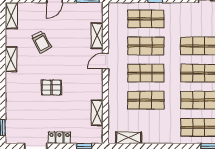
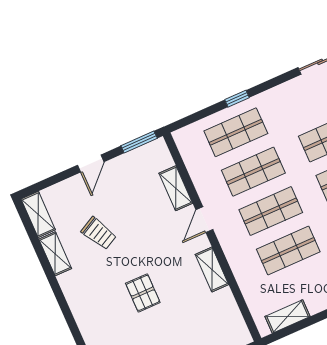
shelving: (11, 59) -> (55, 254), moved
pallet: (51, 87) -> (143, 293), turned 90
shelving: (97, 113) -> (212, 269), moved

